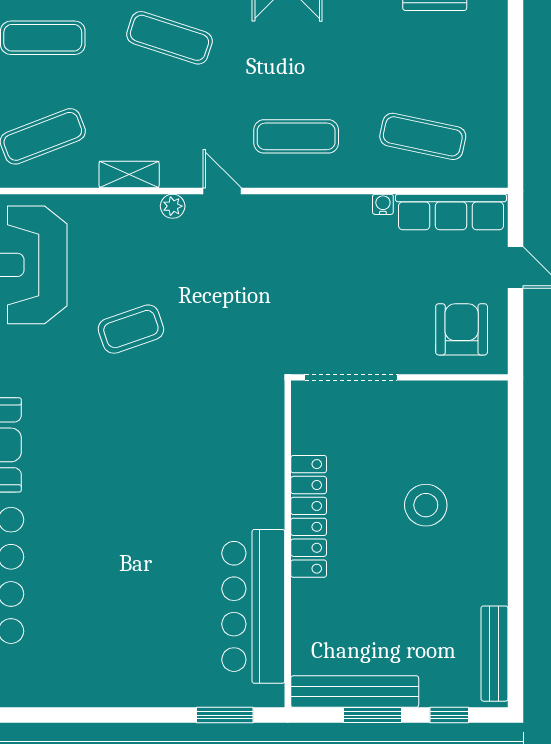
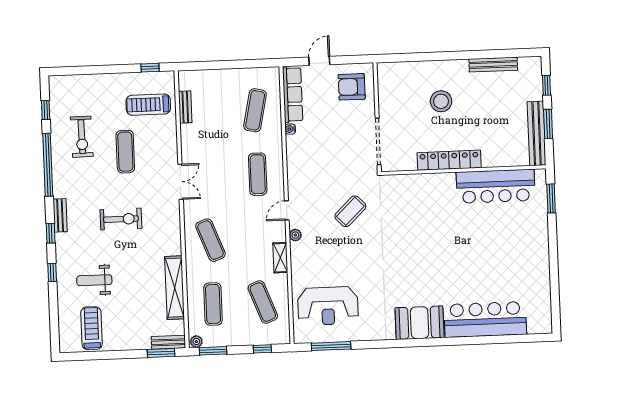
exercise mat: (169, 38) -> (210, 240), turned -39
coffee table: (131, 329) -> (350, 211), moved, turned 65
bench: (494, 654) -> (493, 65), moved

